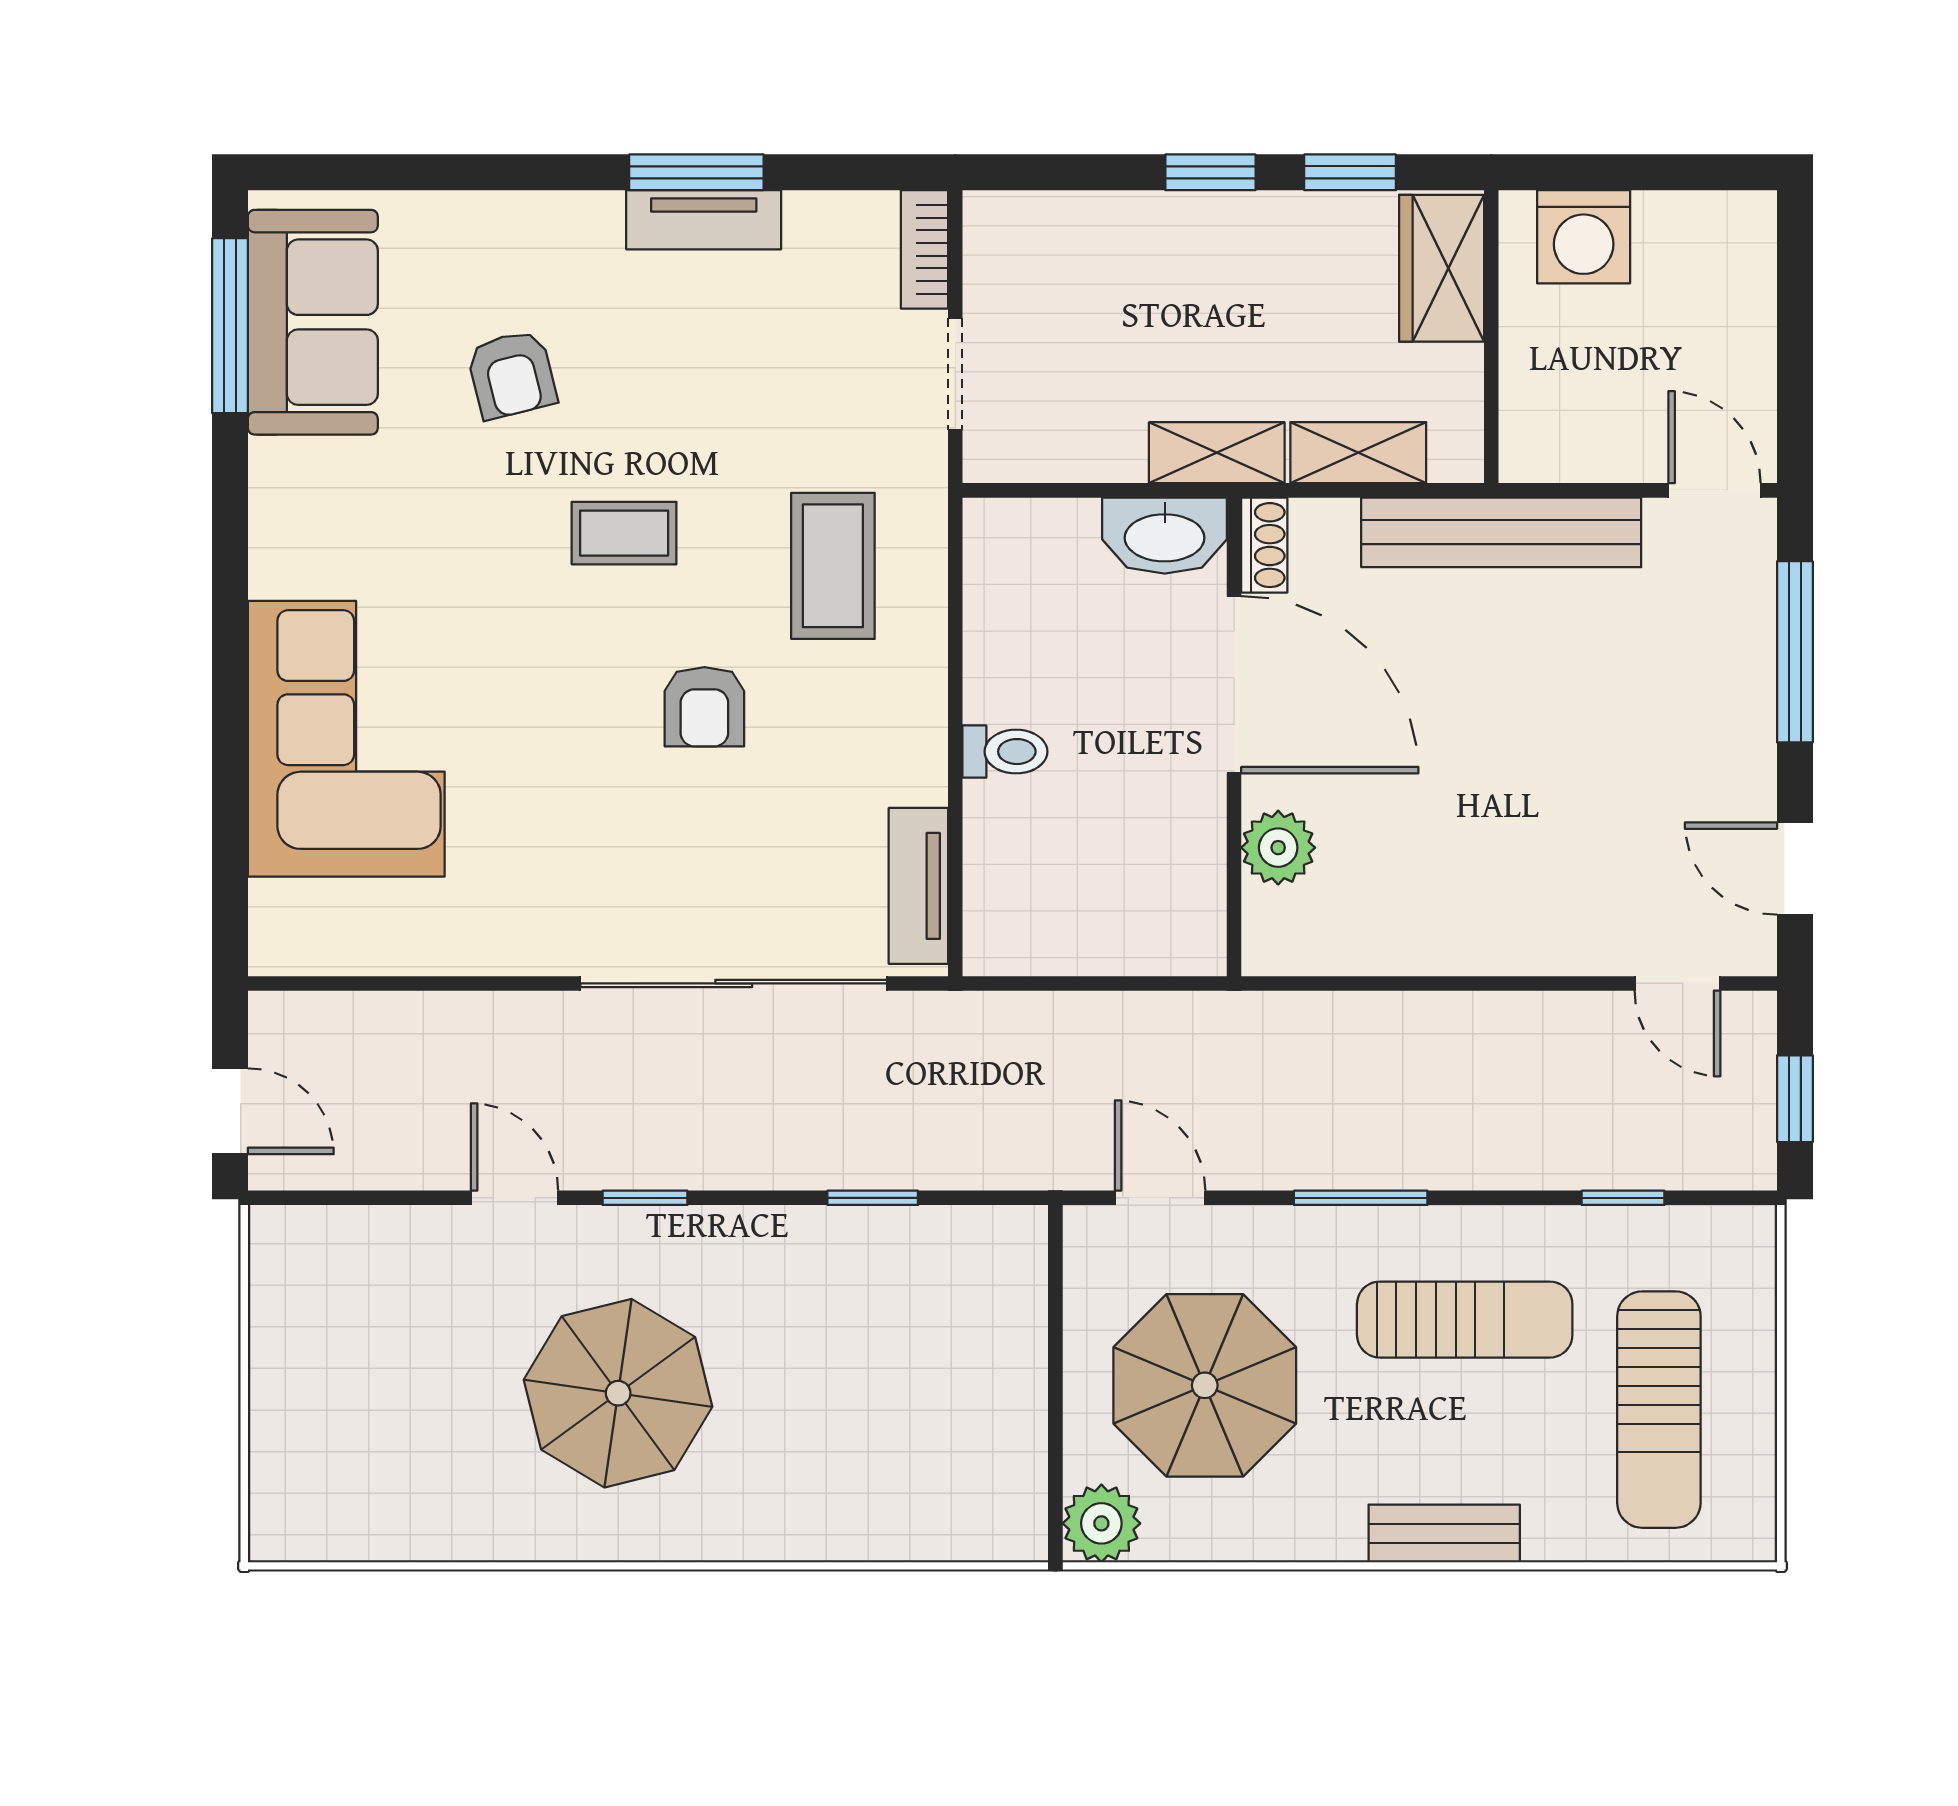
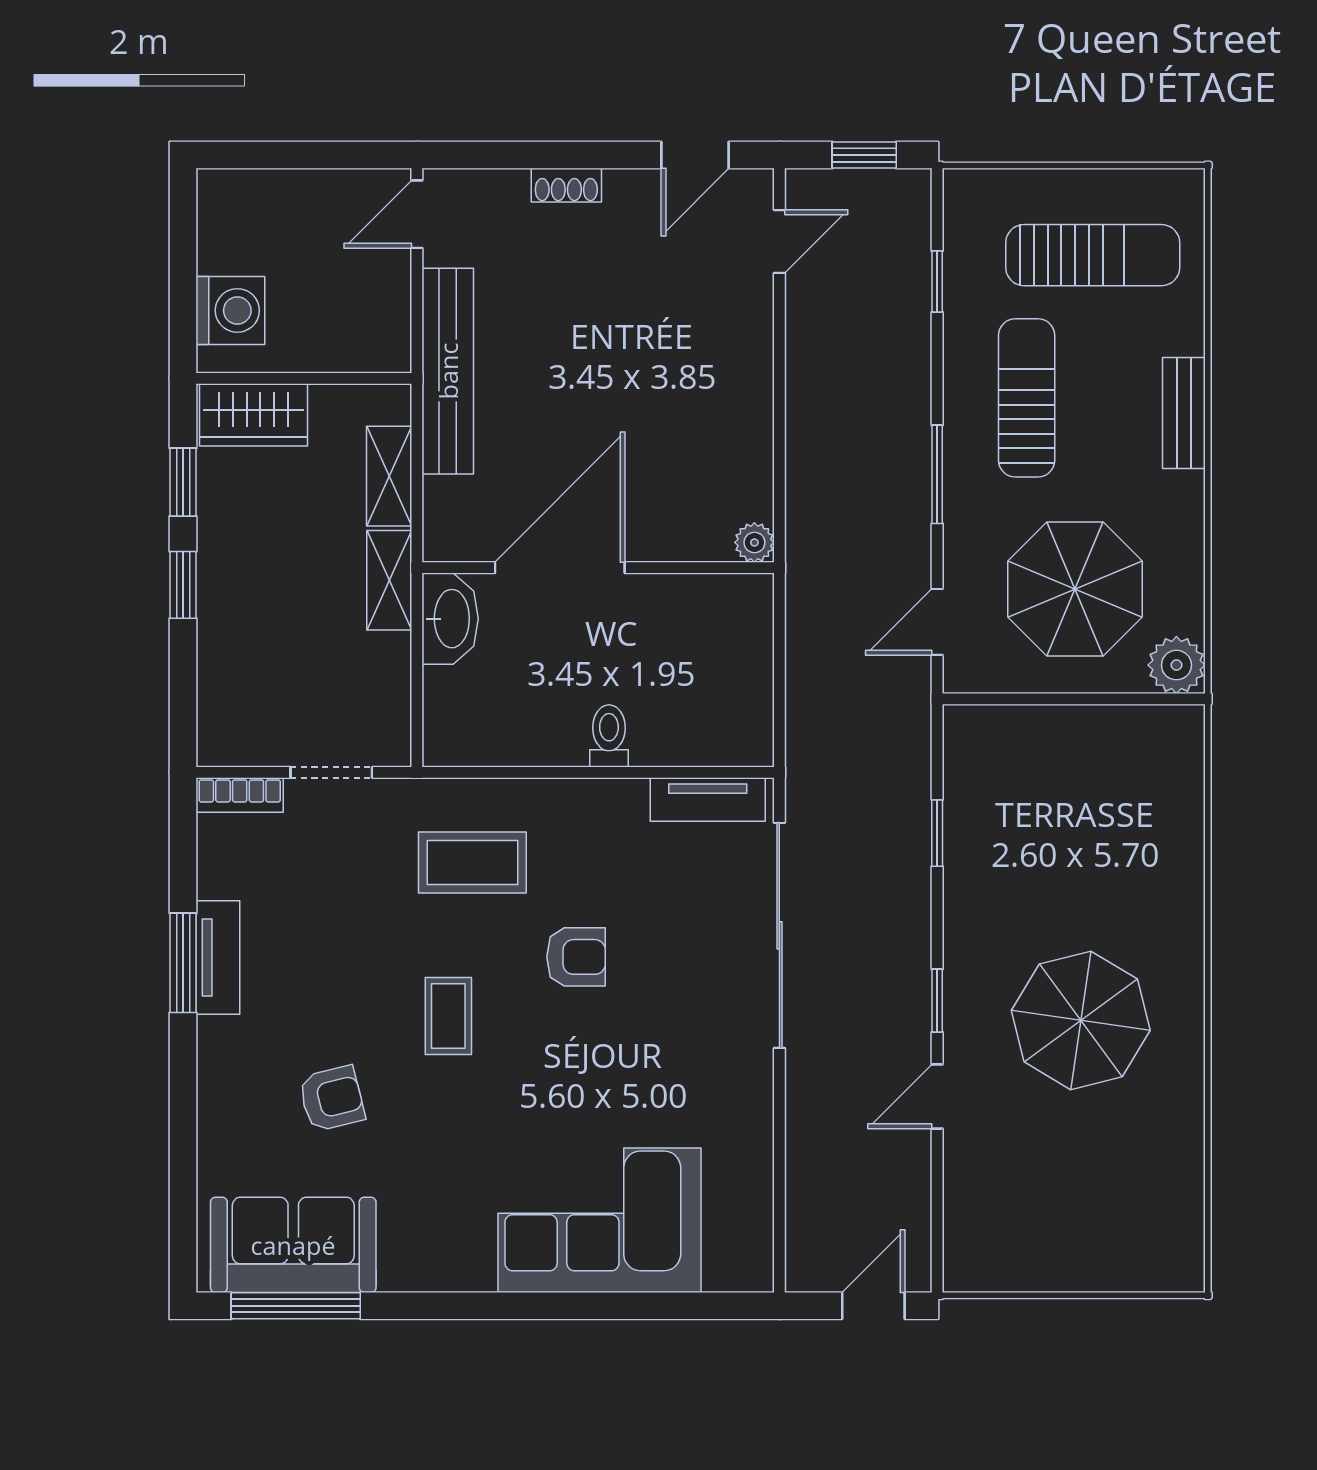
shoe rack: (1264, 545) -> (566, 185), moved, turned 180
window: (1795, 652) -> (536, 155), removed
plant: (1278, 848) -> (754, 542), moved, width x0.73, depth x0.73

